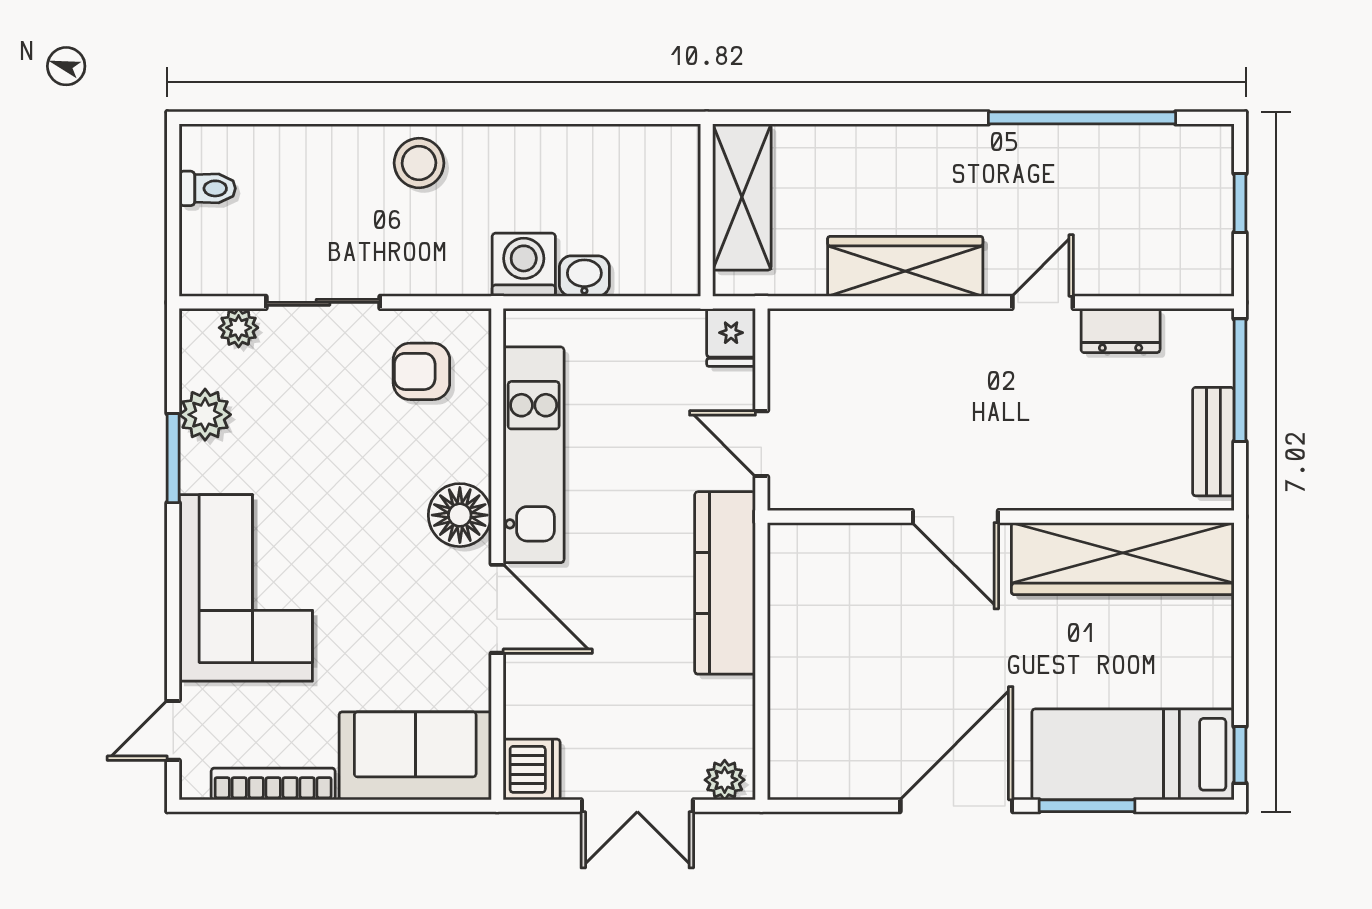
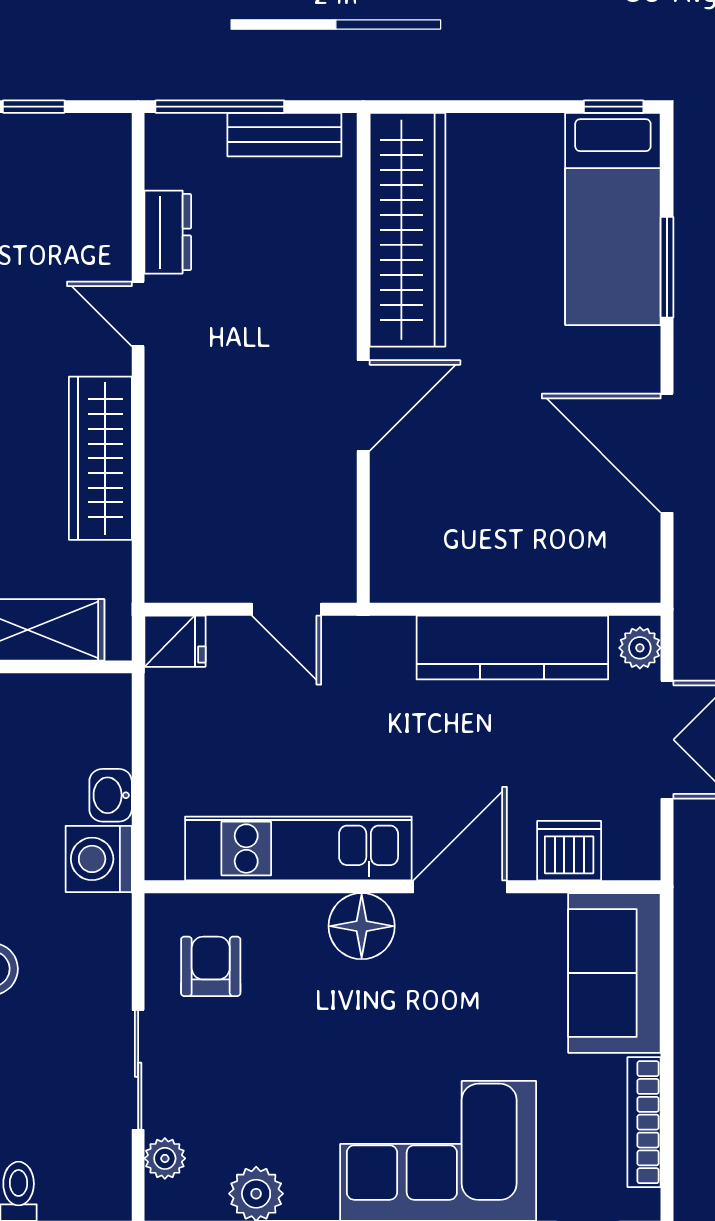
armchair: (421, 371) -> (211, 966), turned 180
door: (761, 444) -> (287, 609), hinge flipped
kitchen counter: (725, 583) -> (512, 647), moved
dishwasher: (532, 769) -> (569, 851), moved
door: (956, 806) -> (667, 453), moved

